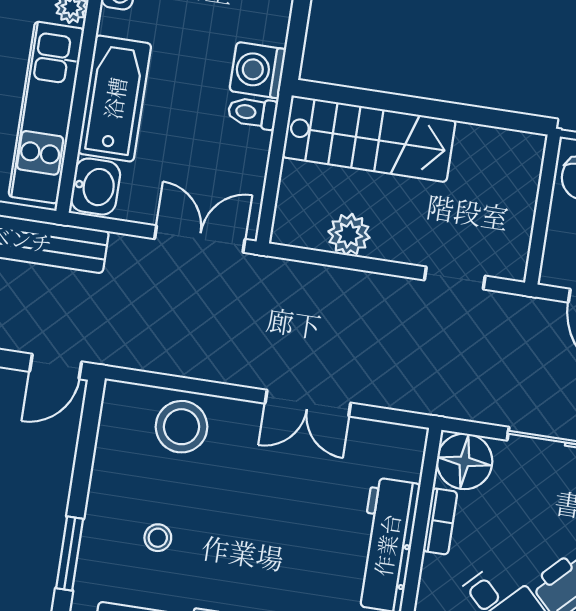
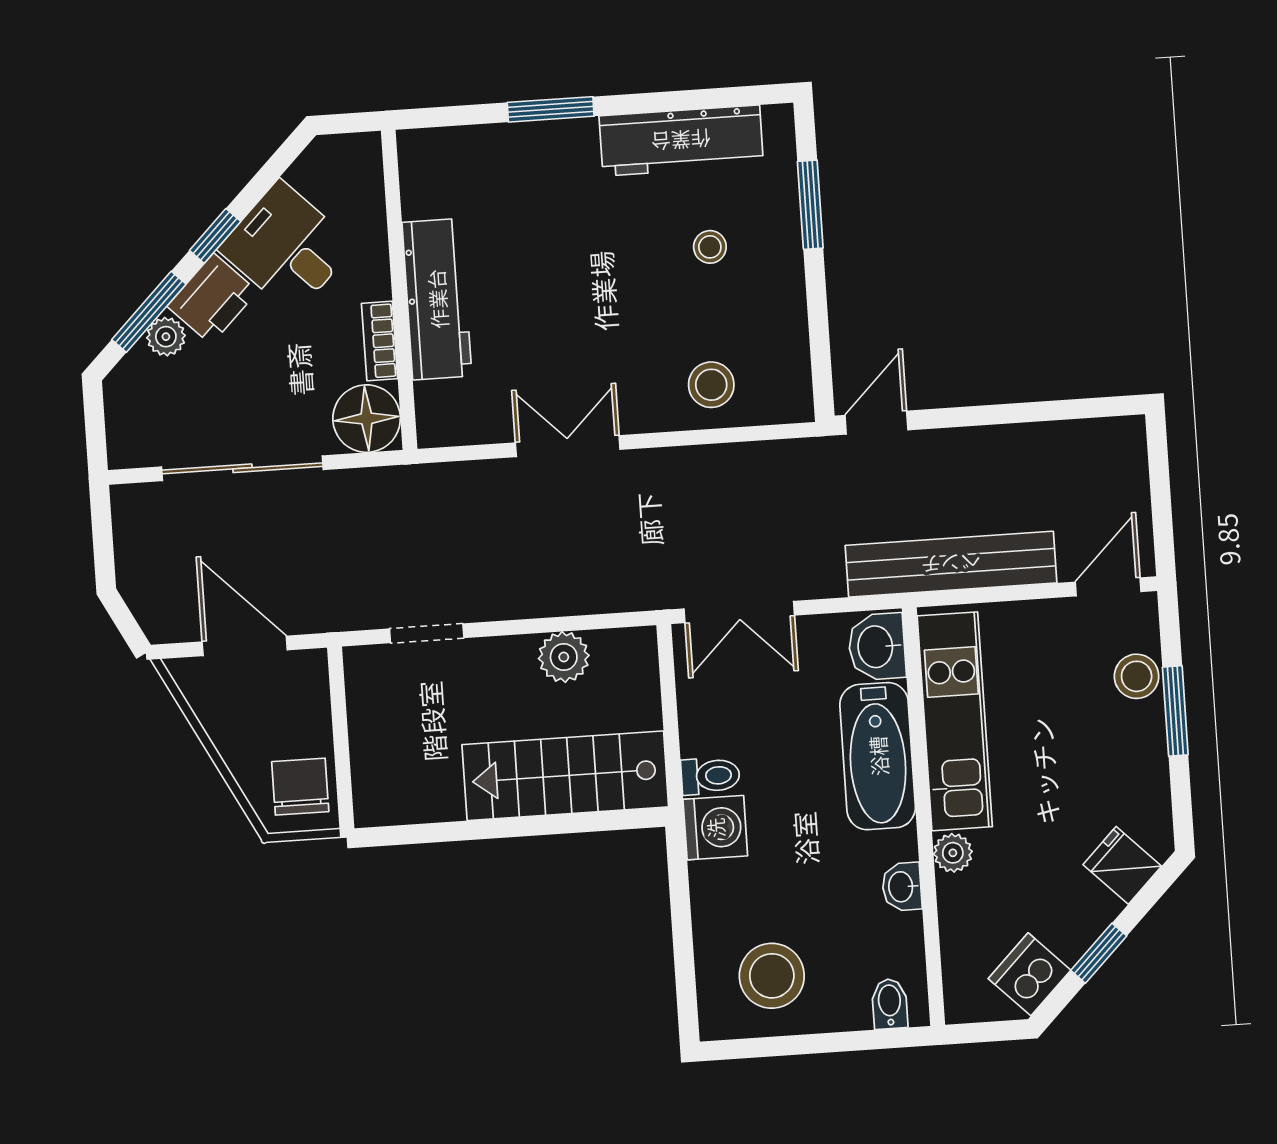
stool: (181, 427) -> (711, 385), width x0.73, depth x0.73

